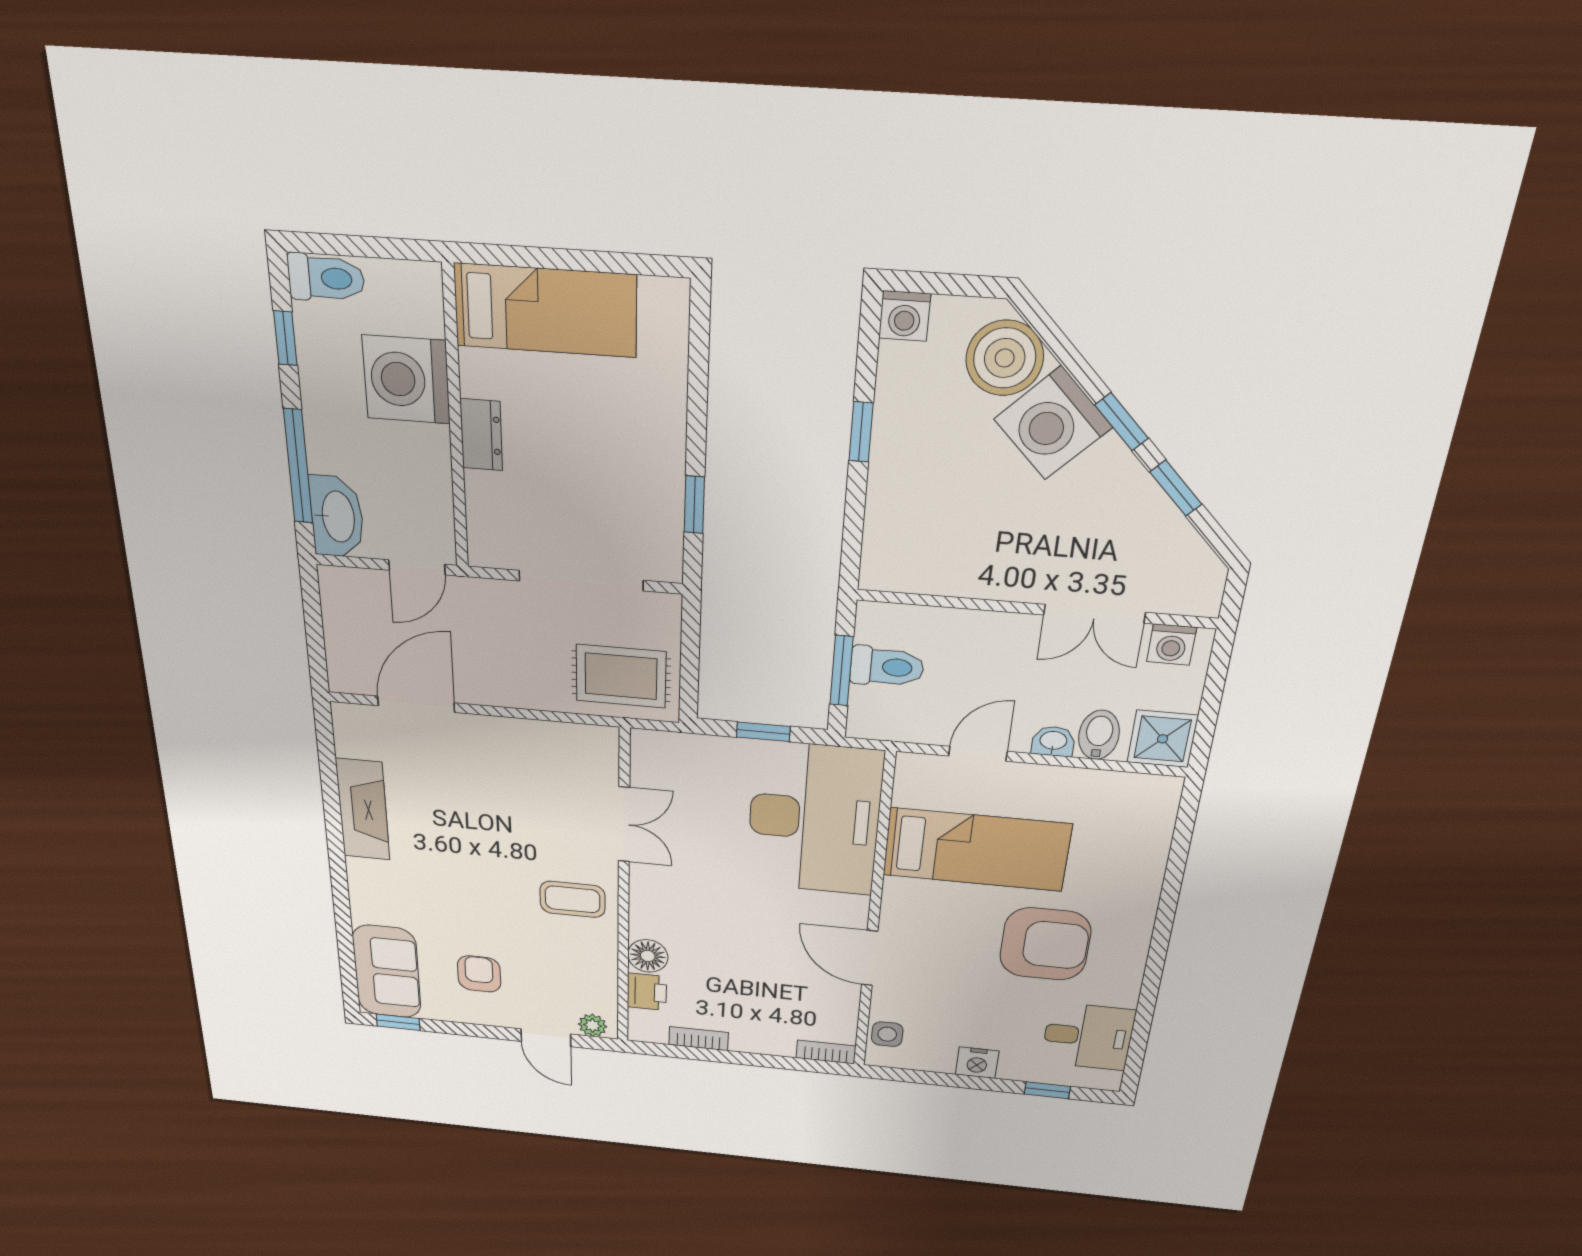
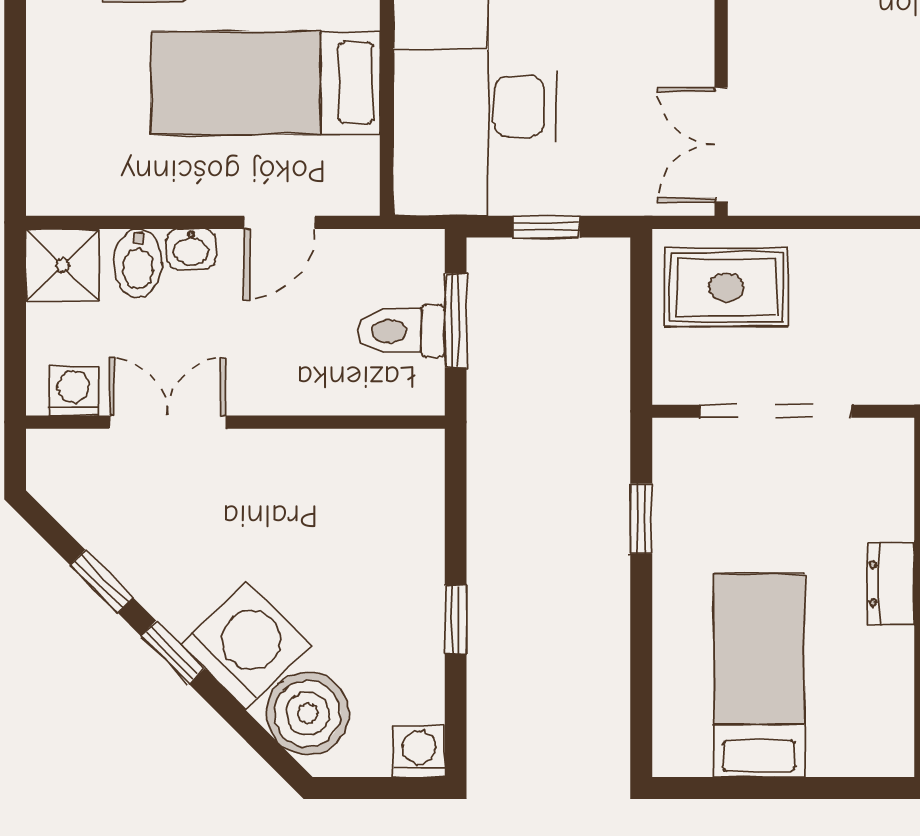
bed: (545, 310) -> (759, 676), moved, turned 90
double door: (624, 824) -> (721, 145), moved

